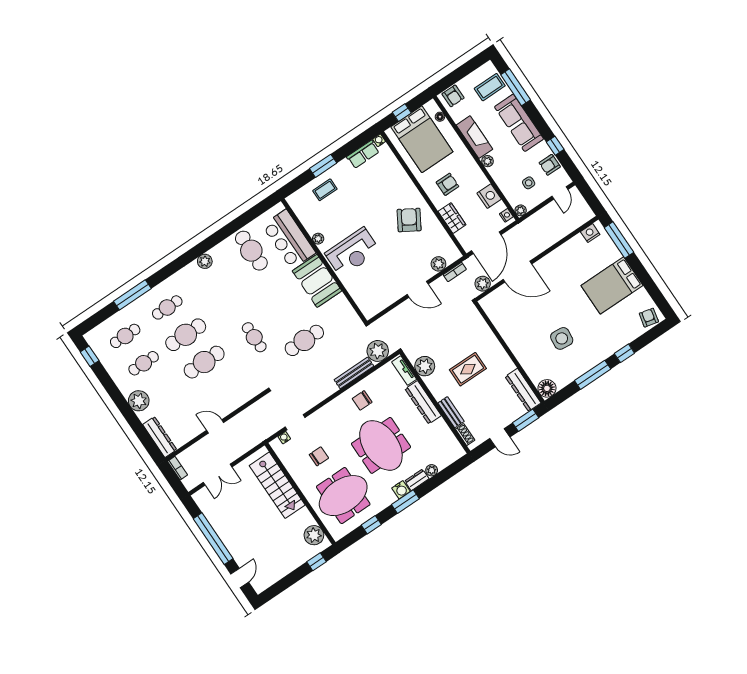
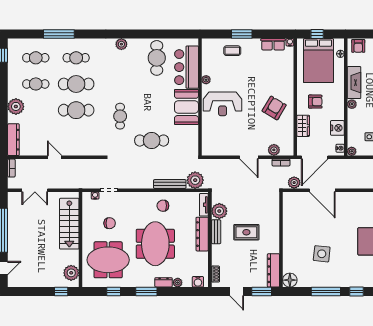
bench: (451, 412) -> (216, 232), moved
water cooler: (401, 490) -> (198, 282), moved

